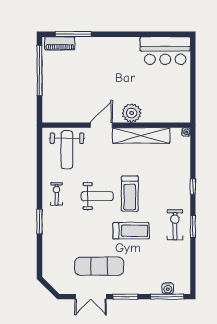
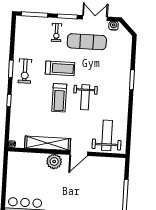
exercise bike: (57, 194) -> (57, 33), moved
treadmill: (130, 194) -> (59, 98), turned 180
weight bench: (97, 196) -> (85, 97), turned -90
treadmill: (131, 231) -> (60, 68), turned 180
water cooler: (168, 288) -> (114, 26), moved

